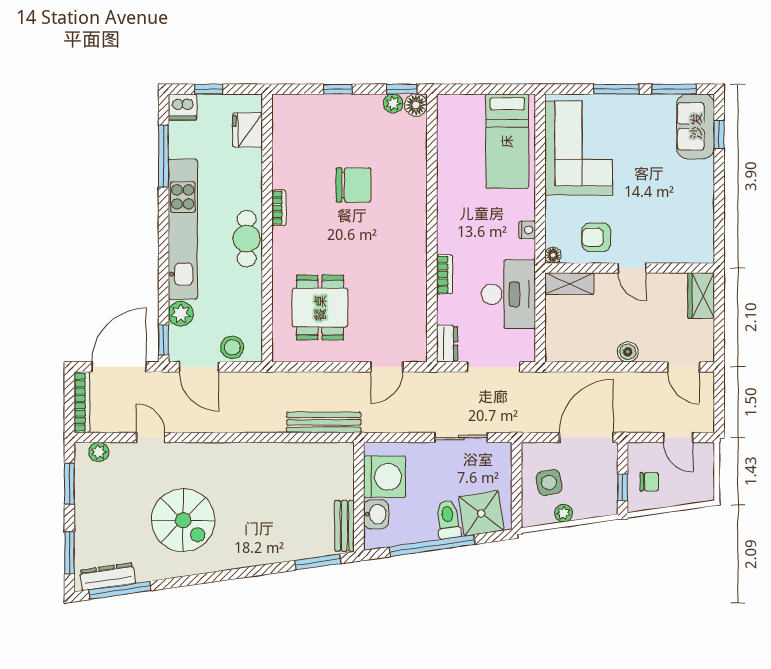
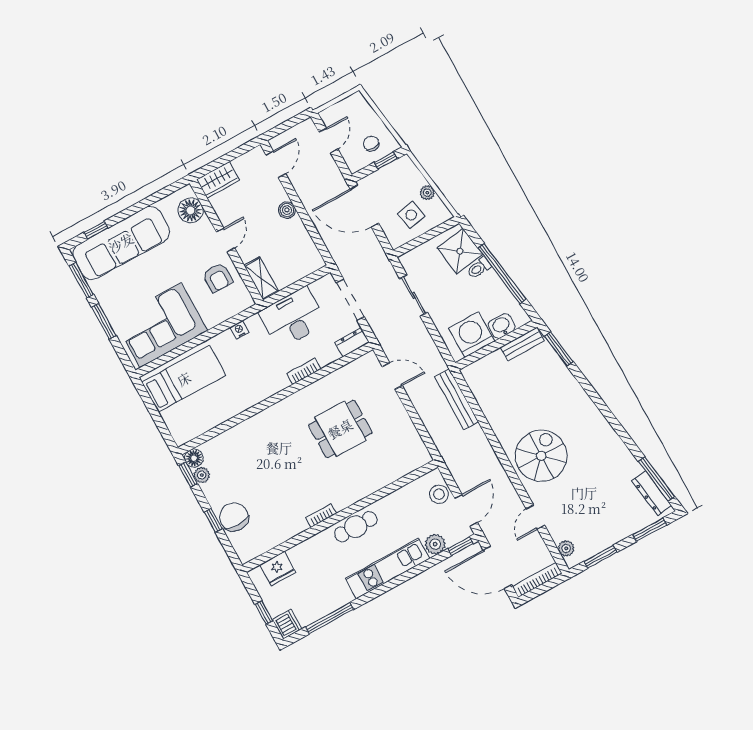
sofa: (696, 126) -> (121, 243), width x1.85, depth x1.27
chair: (354, 185) -> (234, 517), moved
kitchen unit: (183, 229) -> (387, 569), width x0.73
floor lamp: (553, 255) -> (191, 210), moved, width x1.89, depth x1.89
dining table: (320, 308) -> (340, 429), moved
toilet: (448, 519) -> (479, 268), width x0.73, depth x0.72
spiral stairs: (183, 520) -> (541, 456), moved

